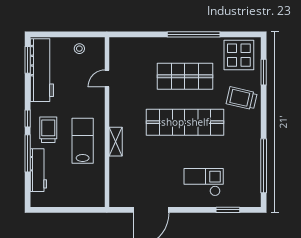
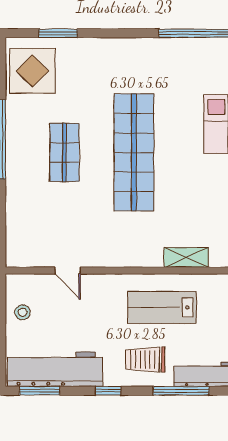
shop shelf: (185, 76) -> (64, 152), width x0.70, depth x0.74
trolley: (242, 98) -> (98, 67), removed
window: (28, 118) -> (108, 391), moved
shelving: (116, 142) -> (186, 257), moved

